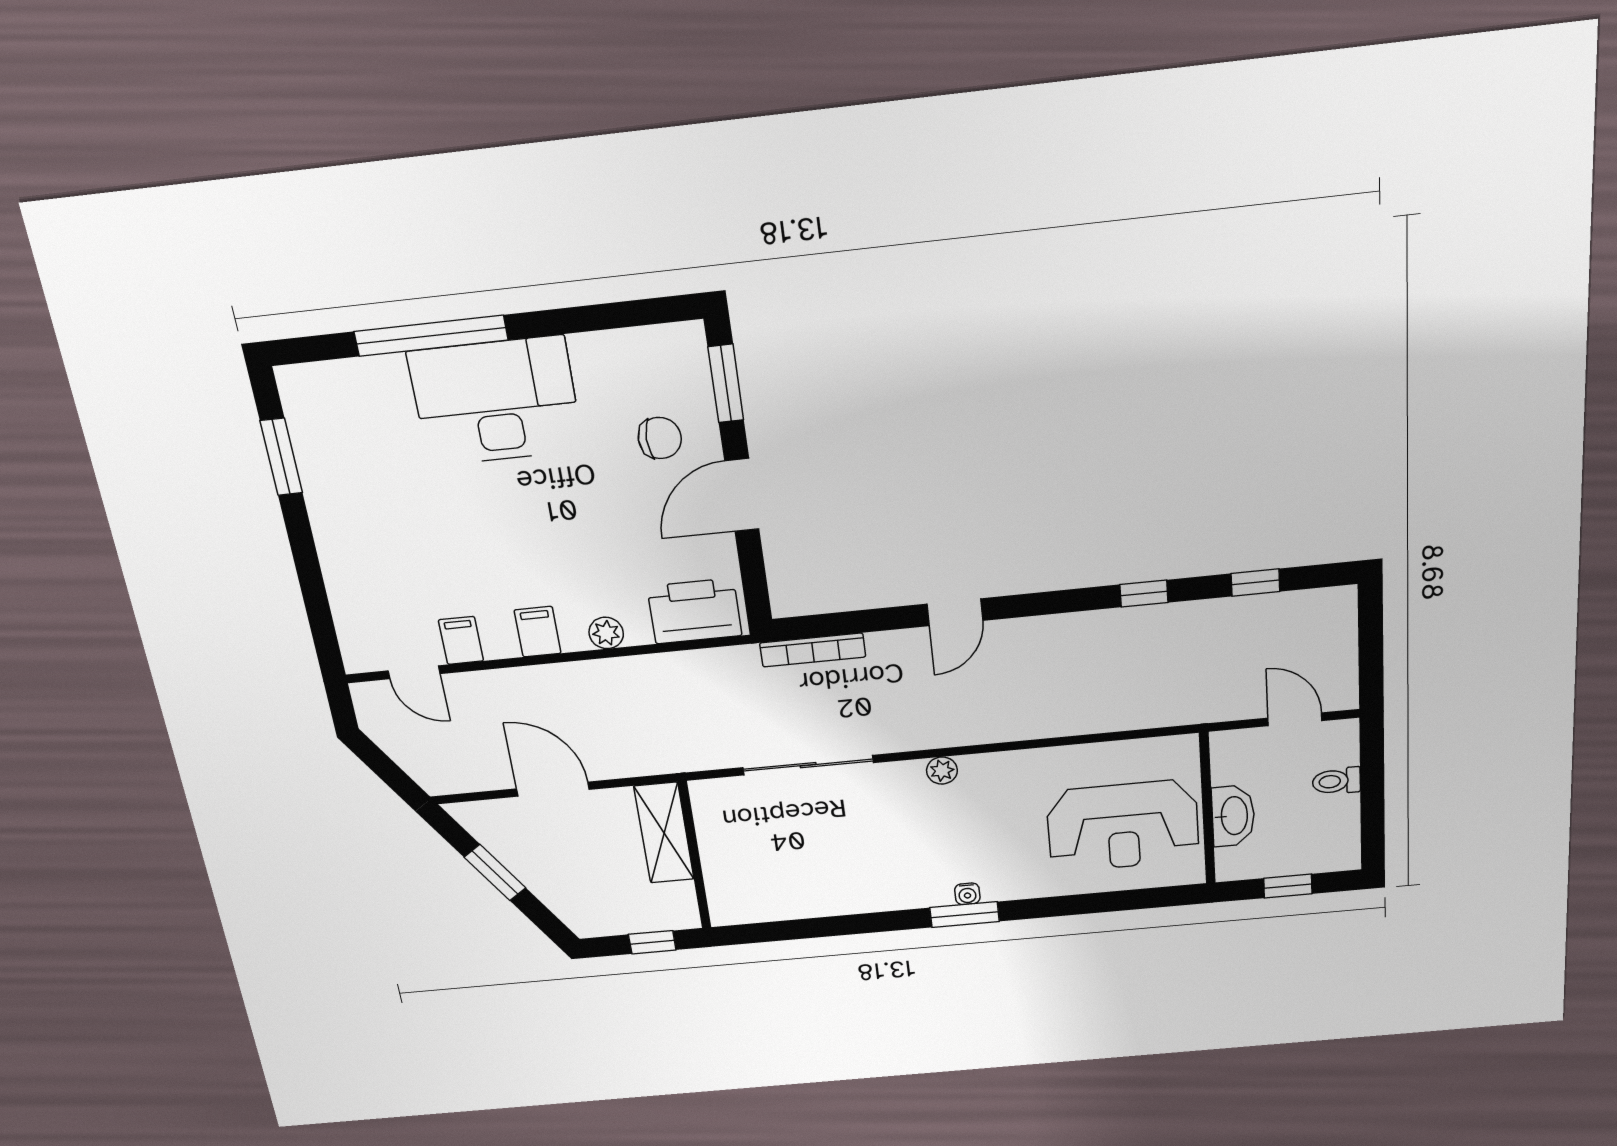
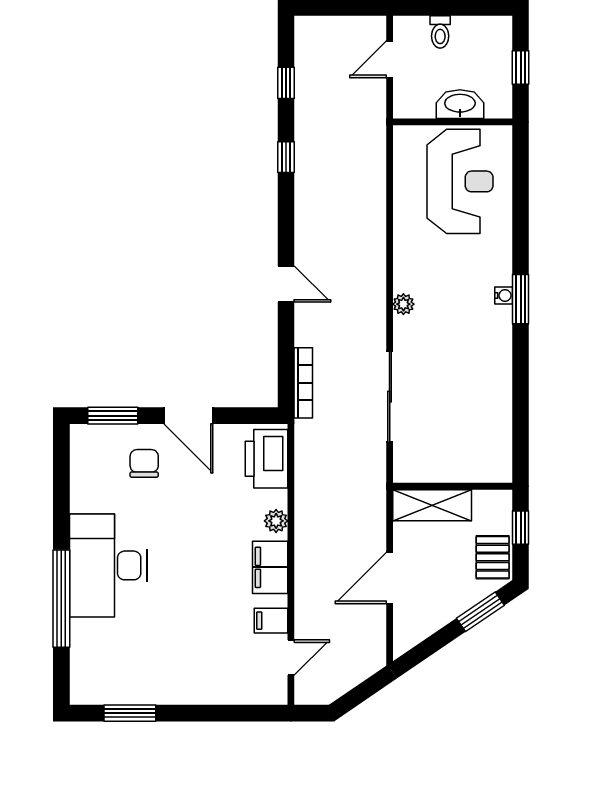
filing cabinet: (538, 632) -> (270, 567), width x2.00
window: (495, 873) -> (480, 612), moved
pallet: (606, 913) -> (493, 557), added

